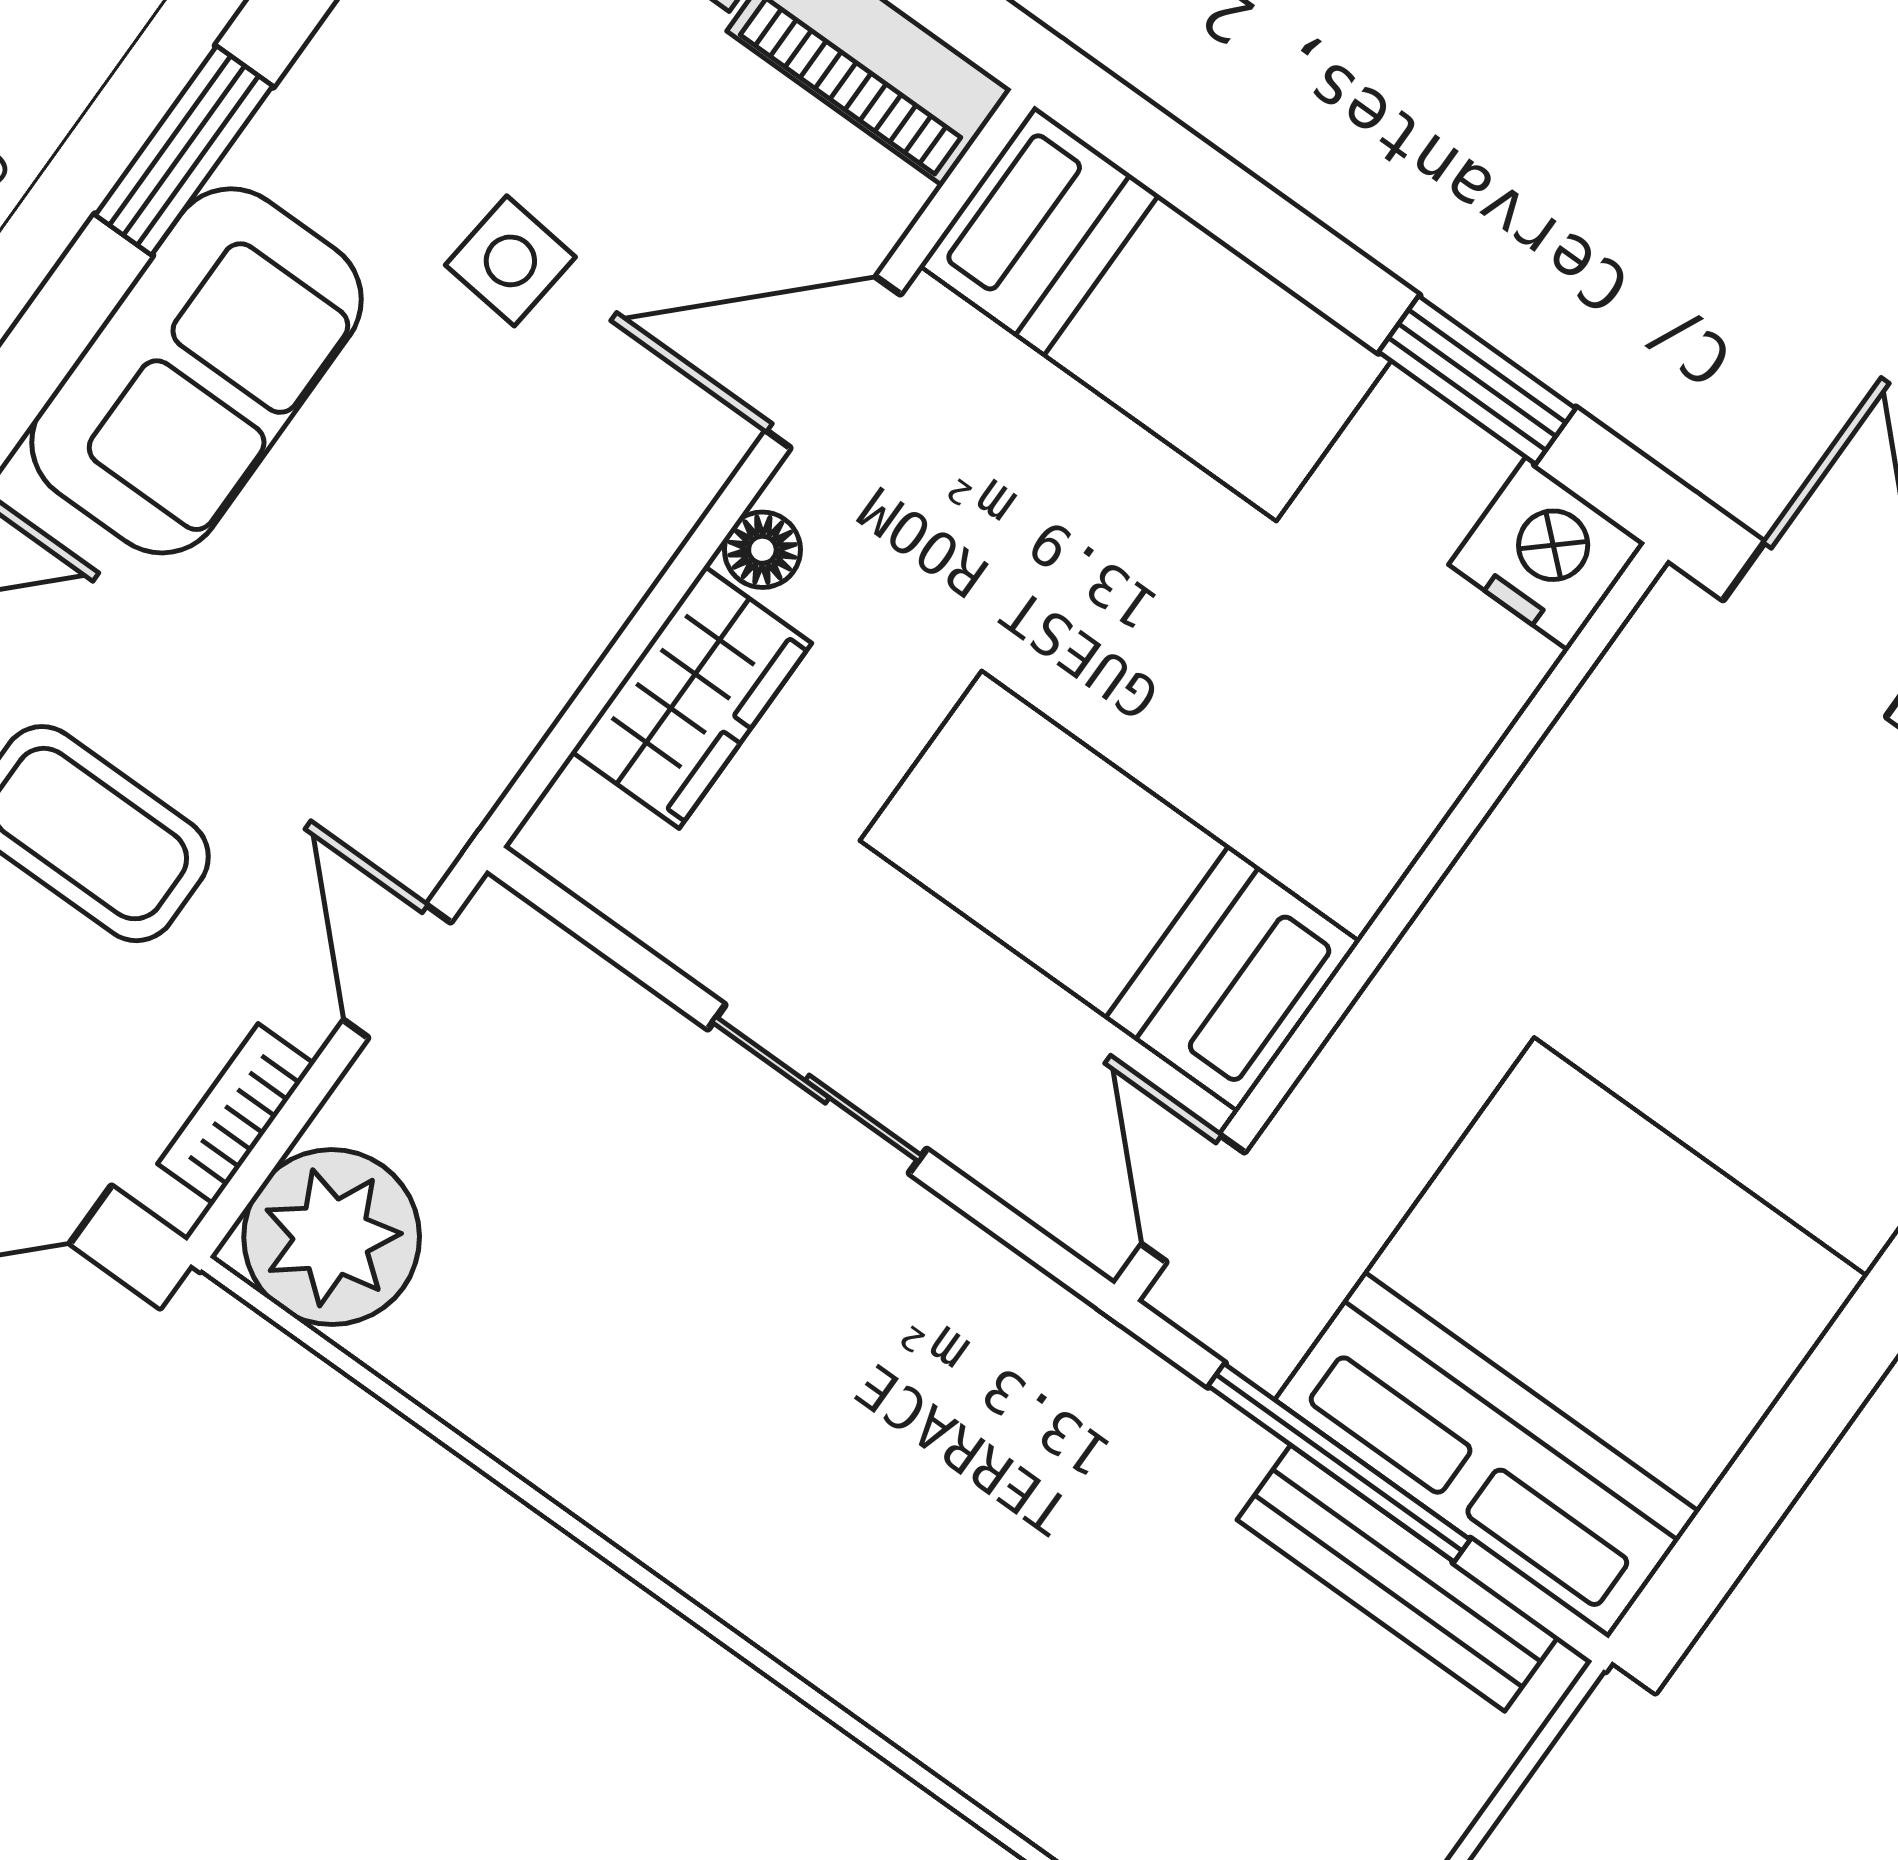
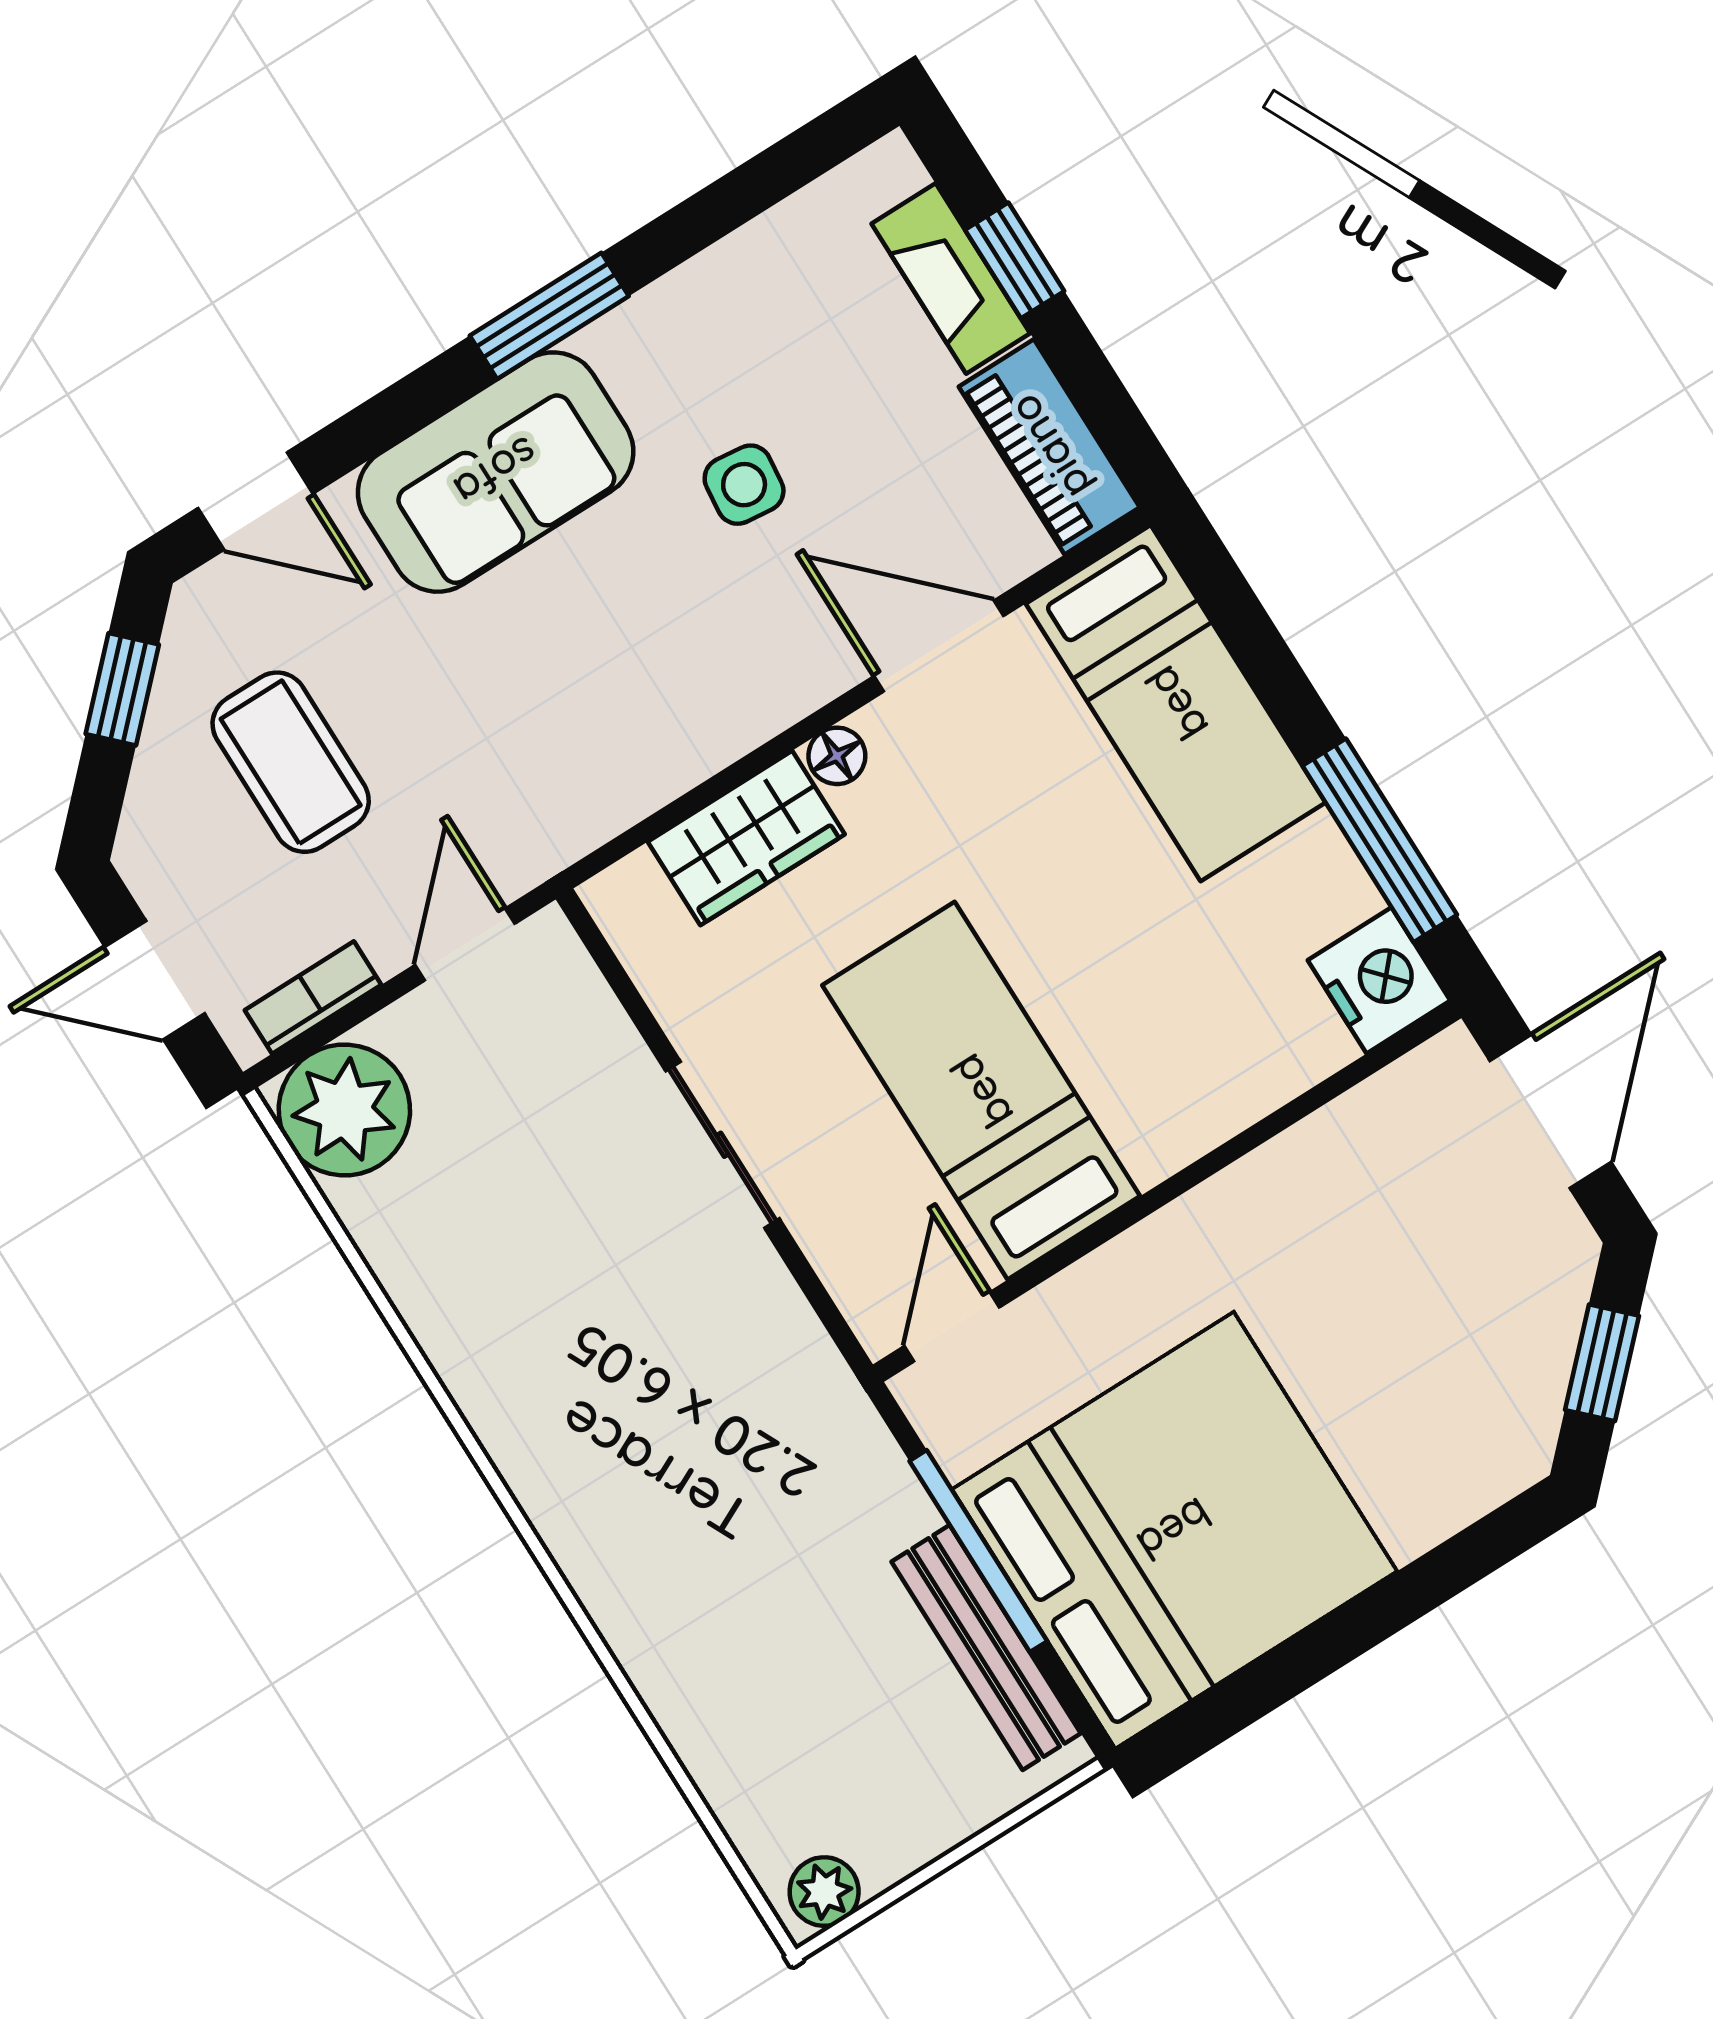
window: (1477, 380) -> (1380, 840), width x1.44

